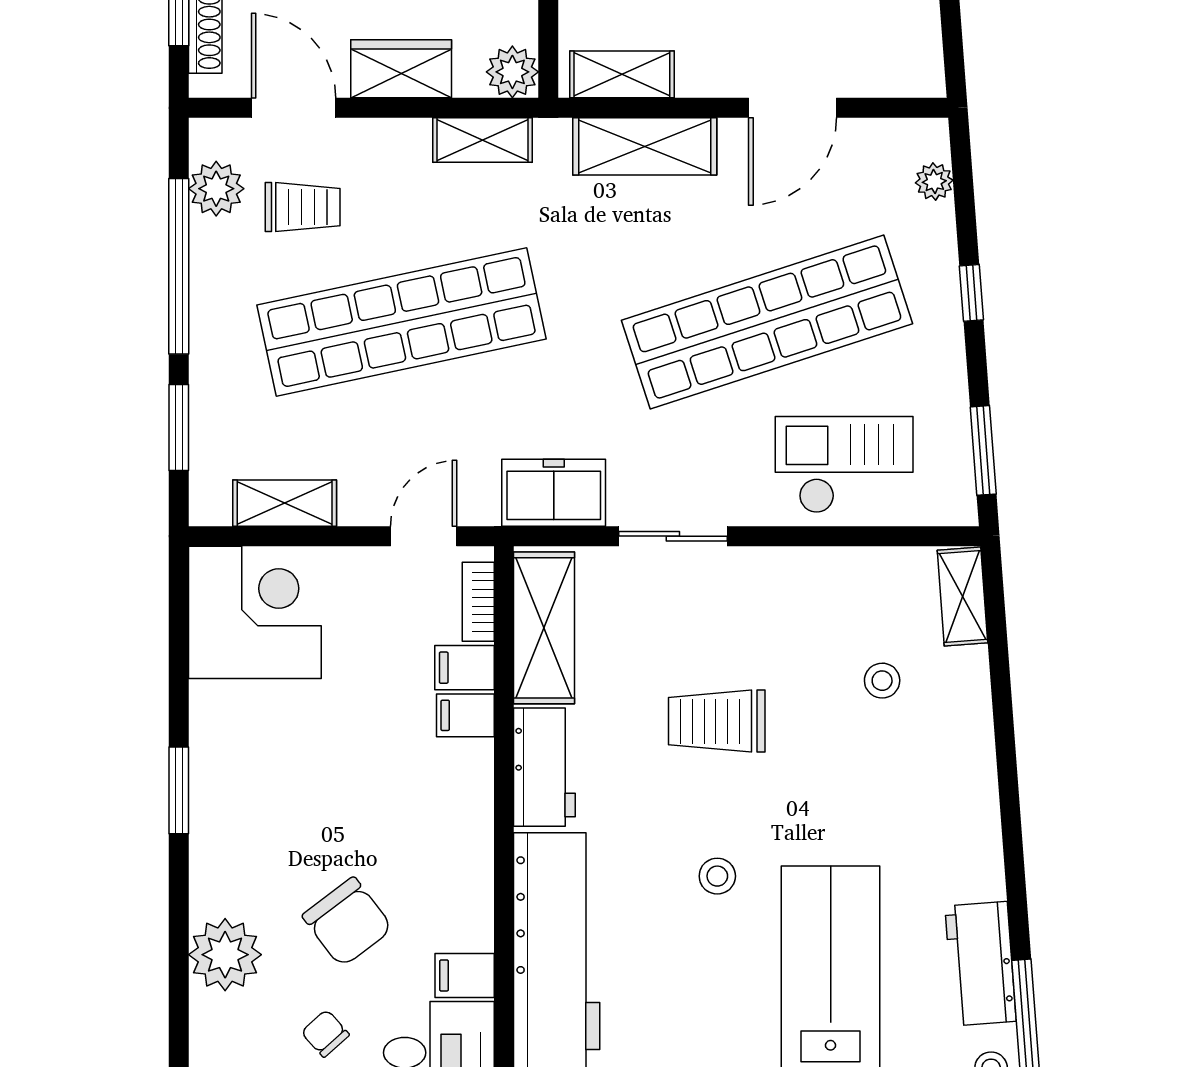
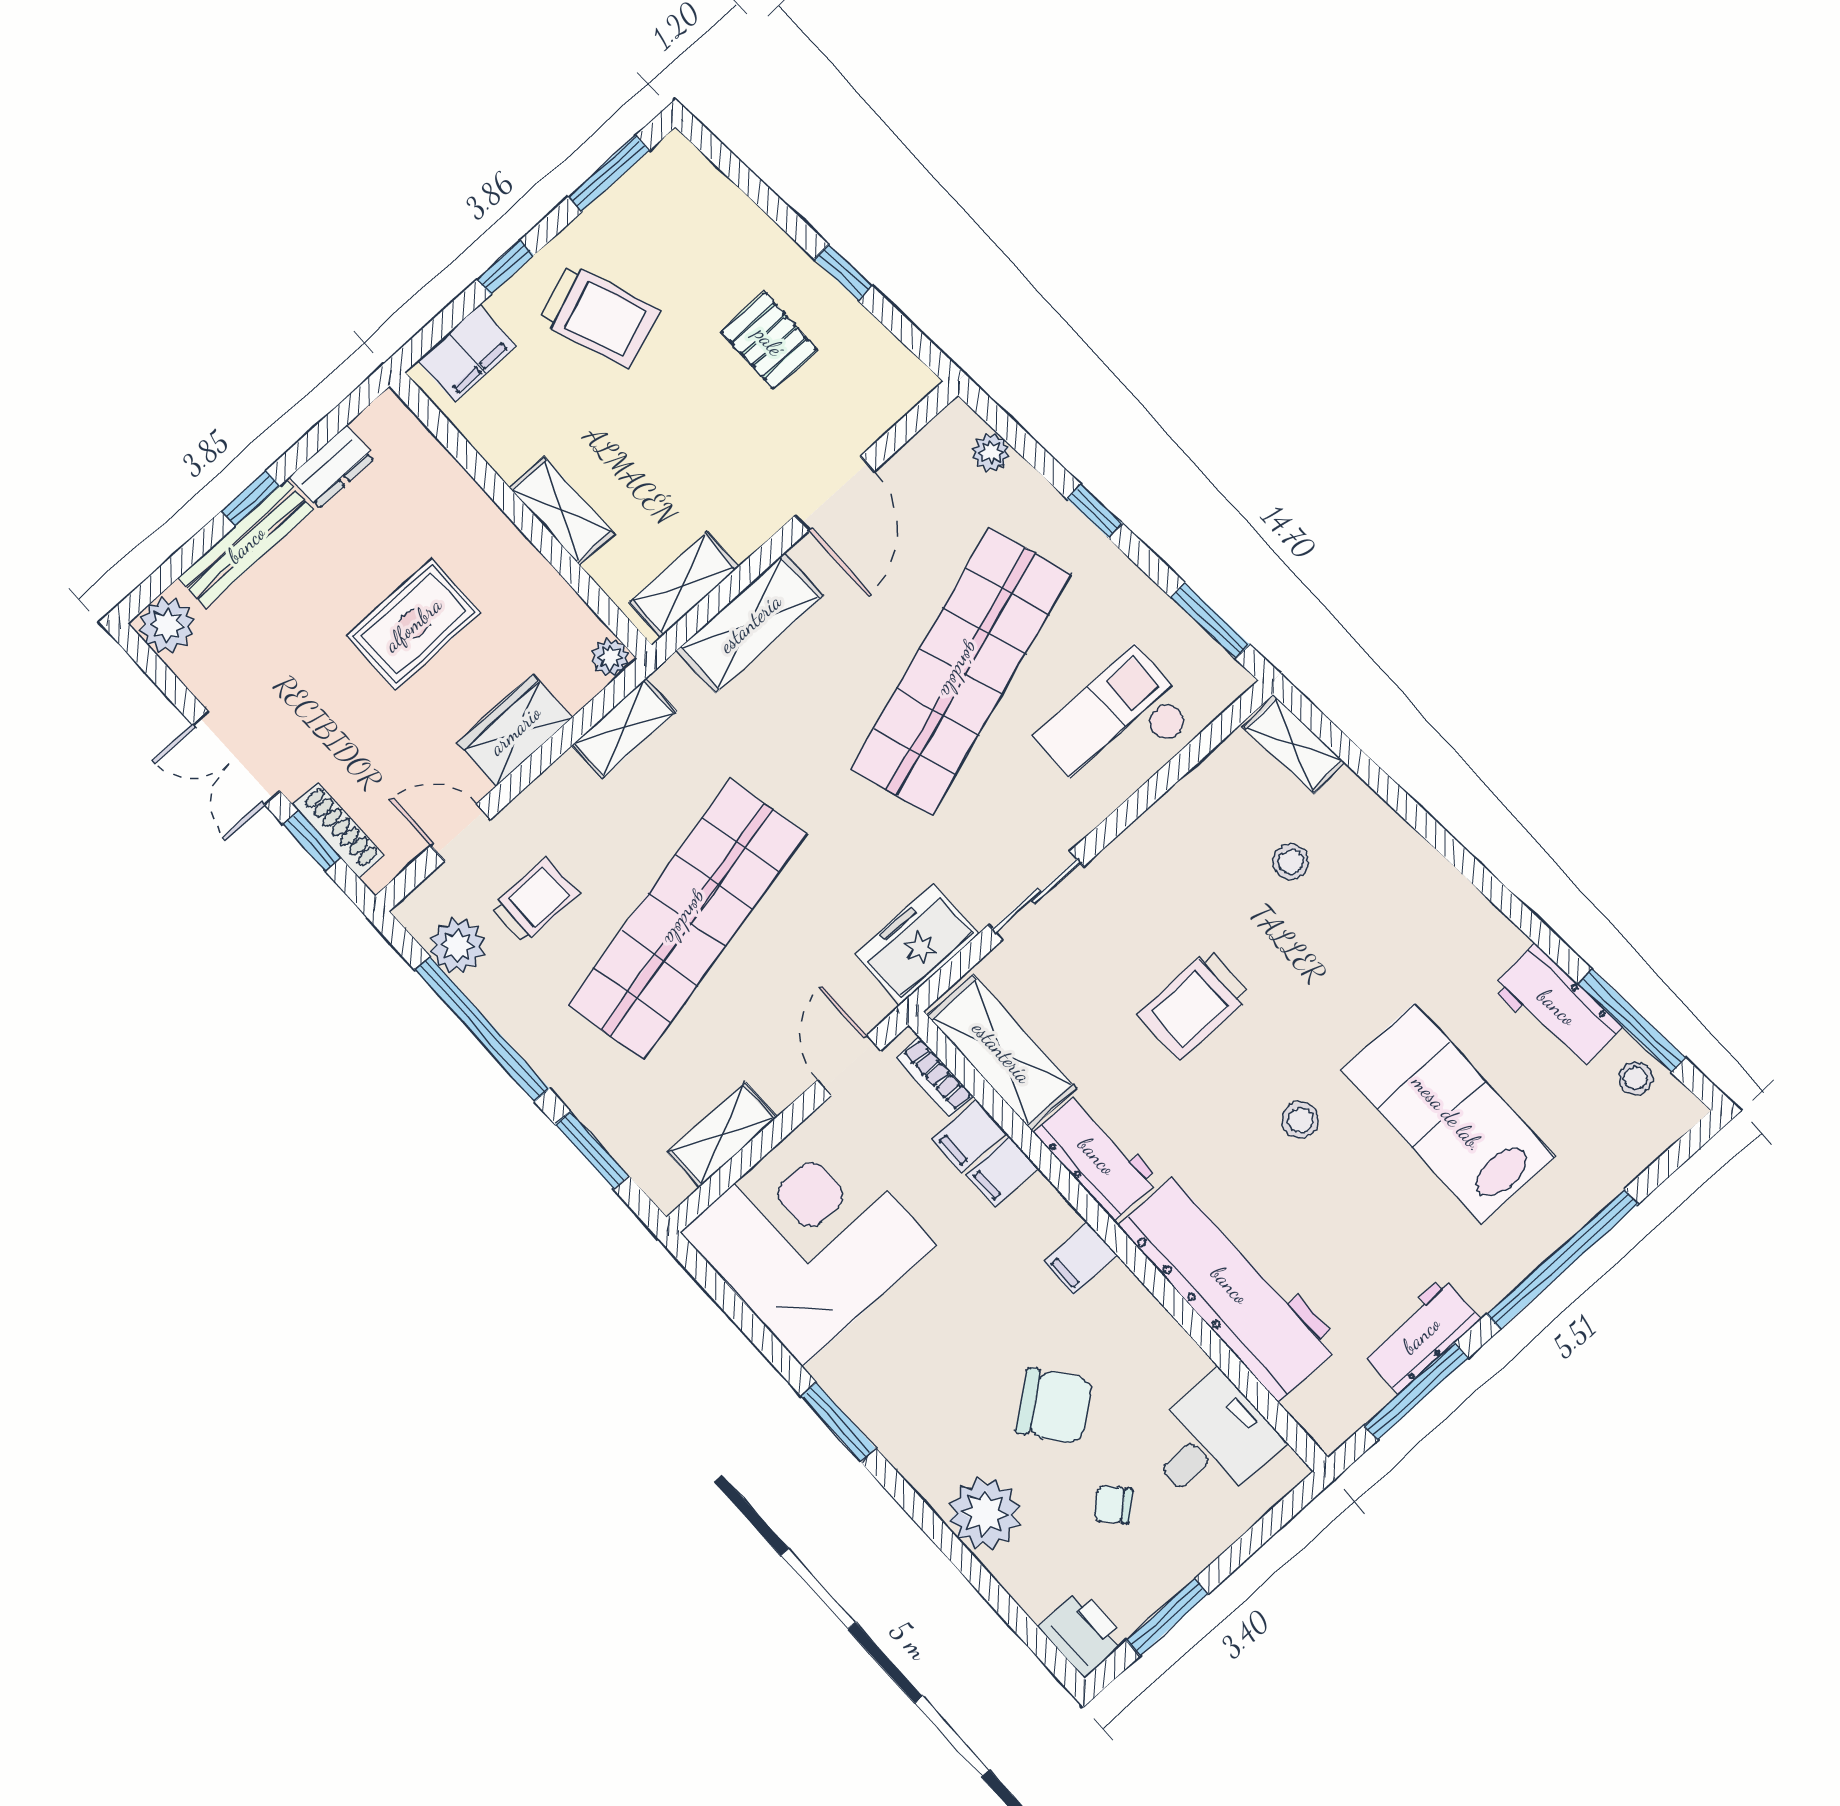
plant: (512, 72) -> (610, 657), width x0.73, depth x0.73
door: (294, 108) -> (461, 832), width x0.73
corner desk: (255, 612) -> (809, 1239), width x1.36, depth x1.36
filing cabinet: (465, 975) -> (1081, 1259), moved

